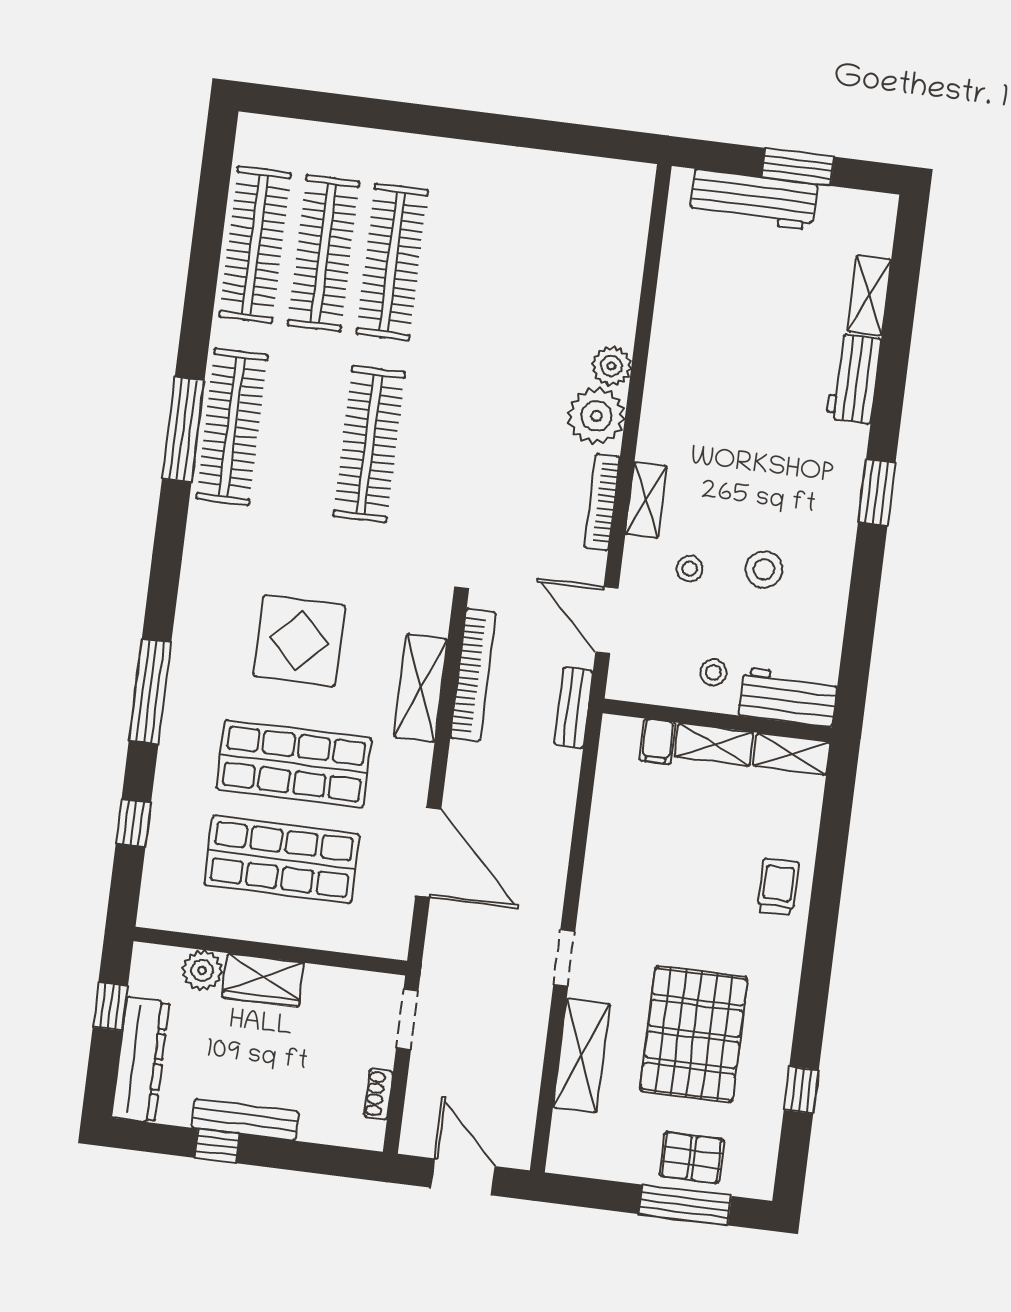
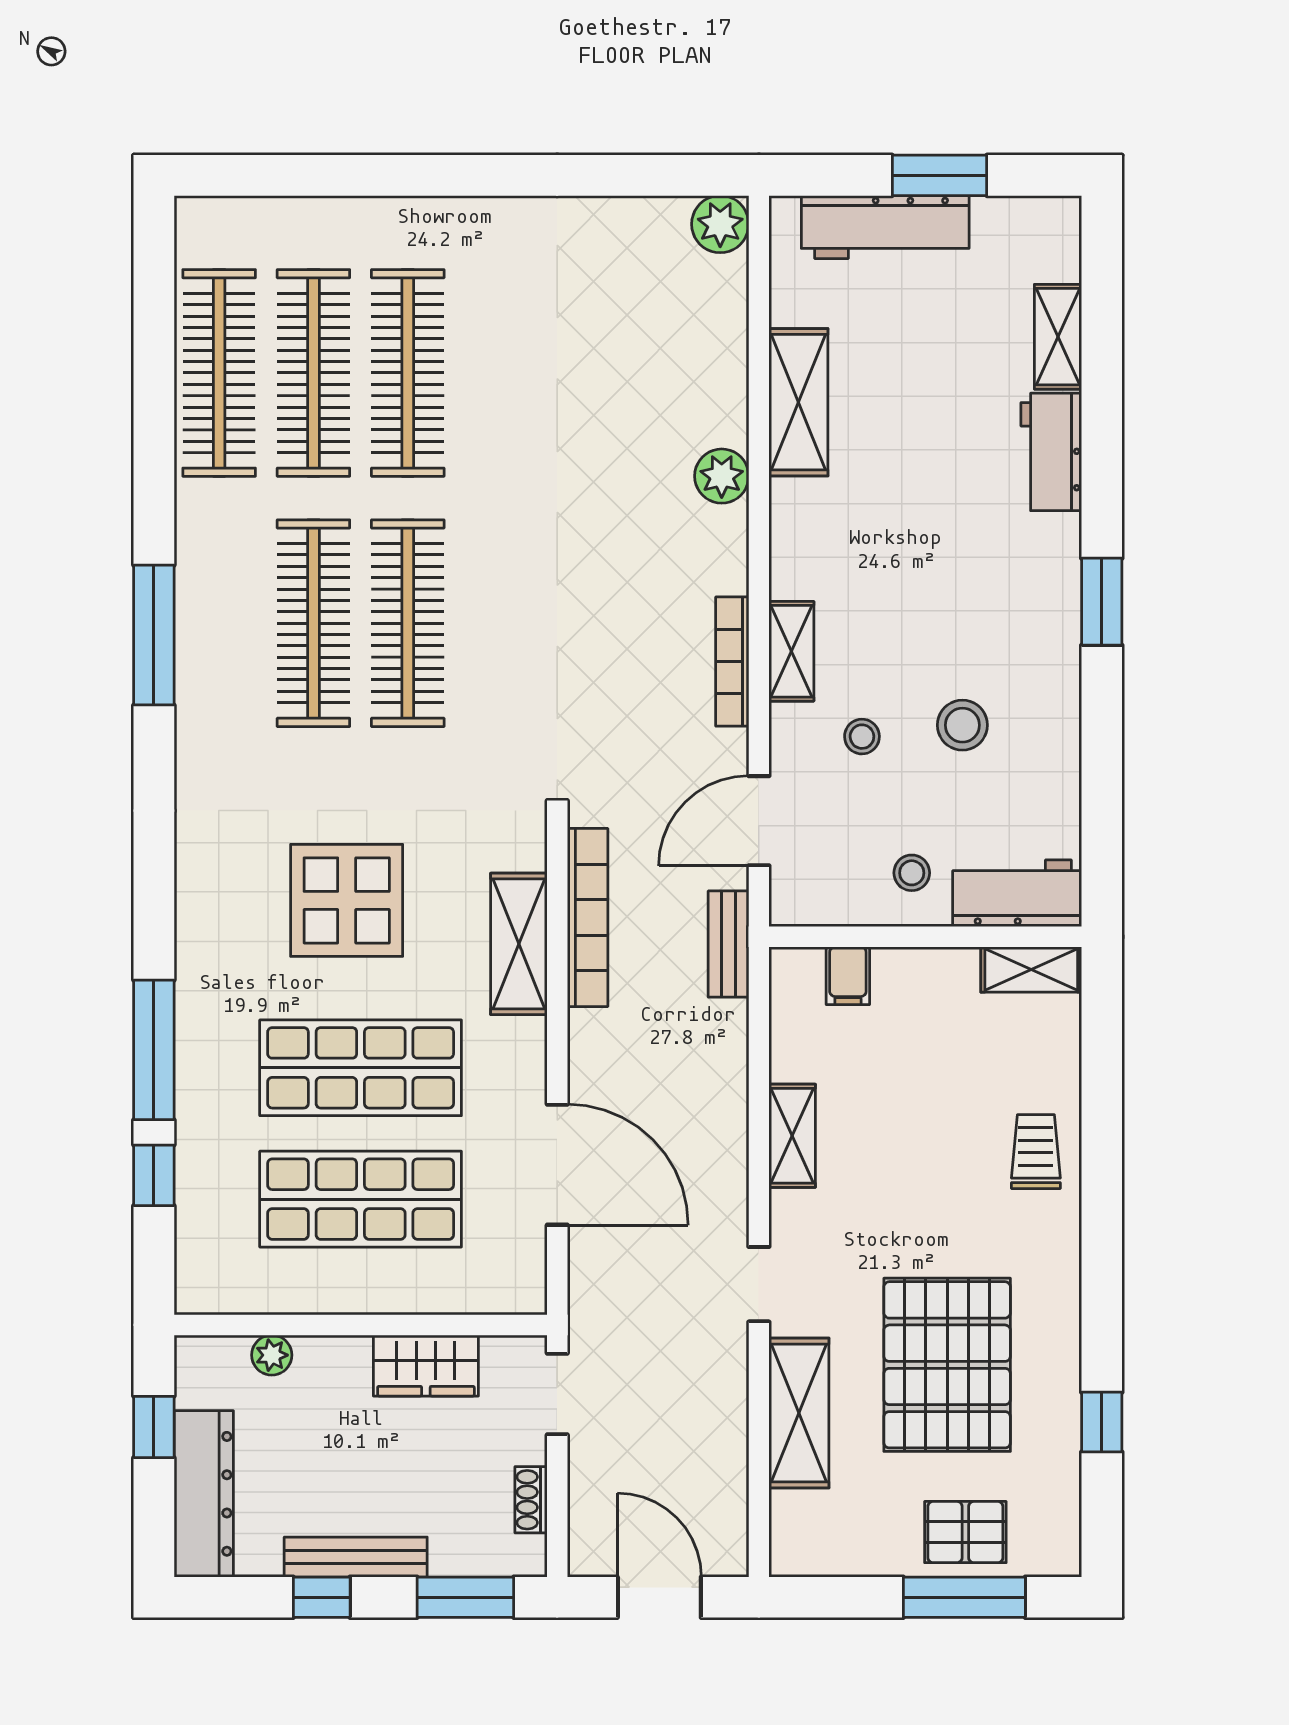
shelving: (674, 319) -> (798, 402), added
plant: (596, 416) -> (720, 224), moved, width x0.73, depth x0.73
clothes rail: (232, 427) -> (313, 623), moved
door: (607, 620) -> (759, 821), hinge flipped
window: (150, 691) -> (154, 1050), moved
shelving: (714, 744) -> (792, 1136), moved, turned 90
plant: (202, 970) -> (272, 1355), width x0.73, depth x0.73
wardrobe: (263, 980) -> (426, 1366), moved
window: (322, 1159) -> (465, 1597), added

